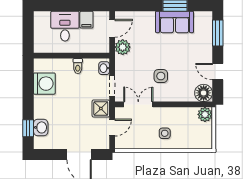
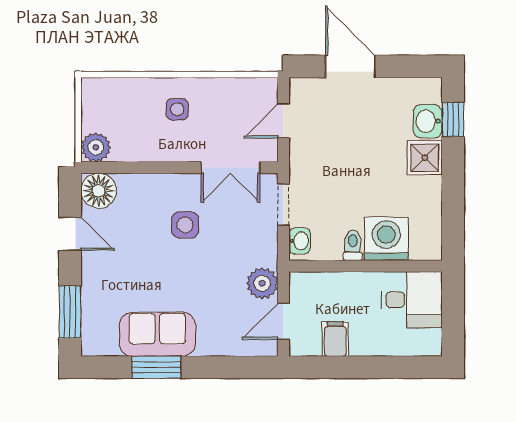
desk: (65, 26) -> (412, 300), moved, turned -90
washing machine: (44, 84) -> (386, 239), moved, turned 90
shower: (101, 109) -> (425, 158), moved

